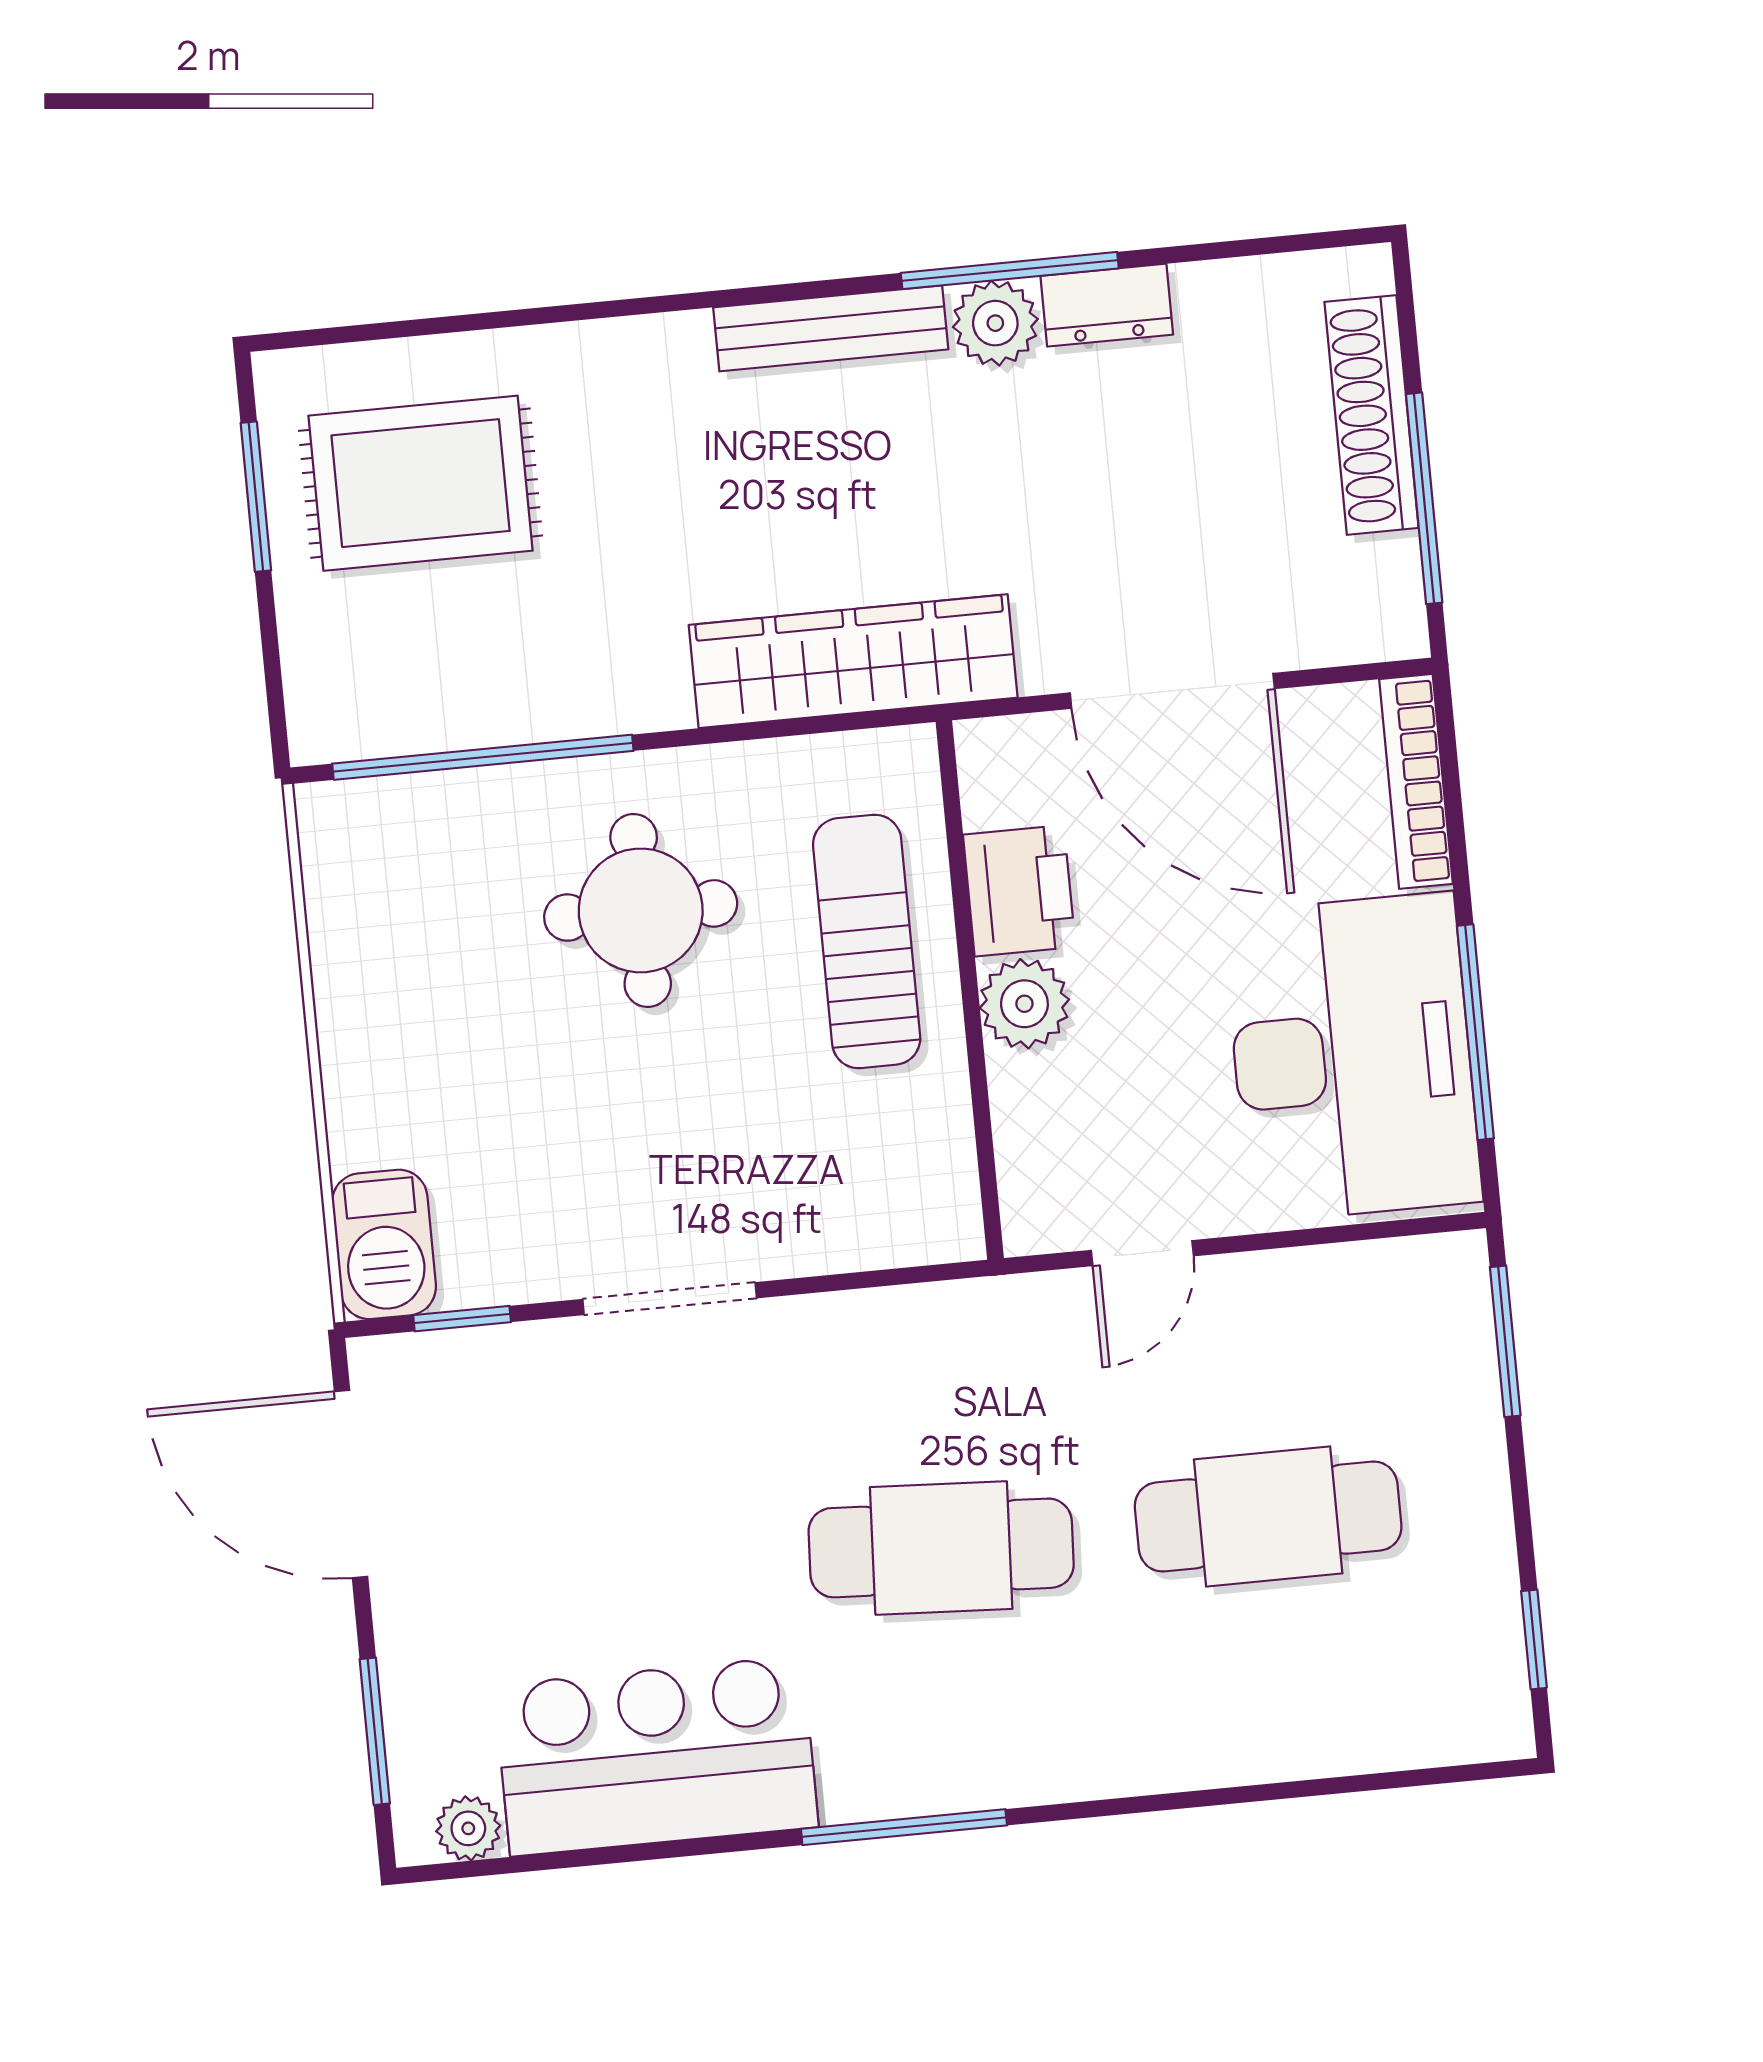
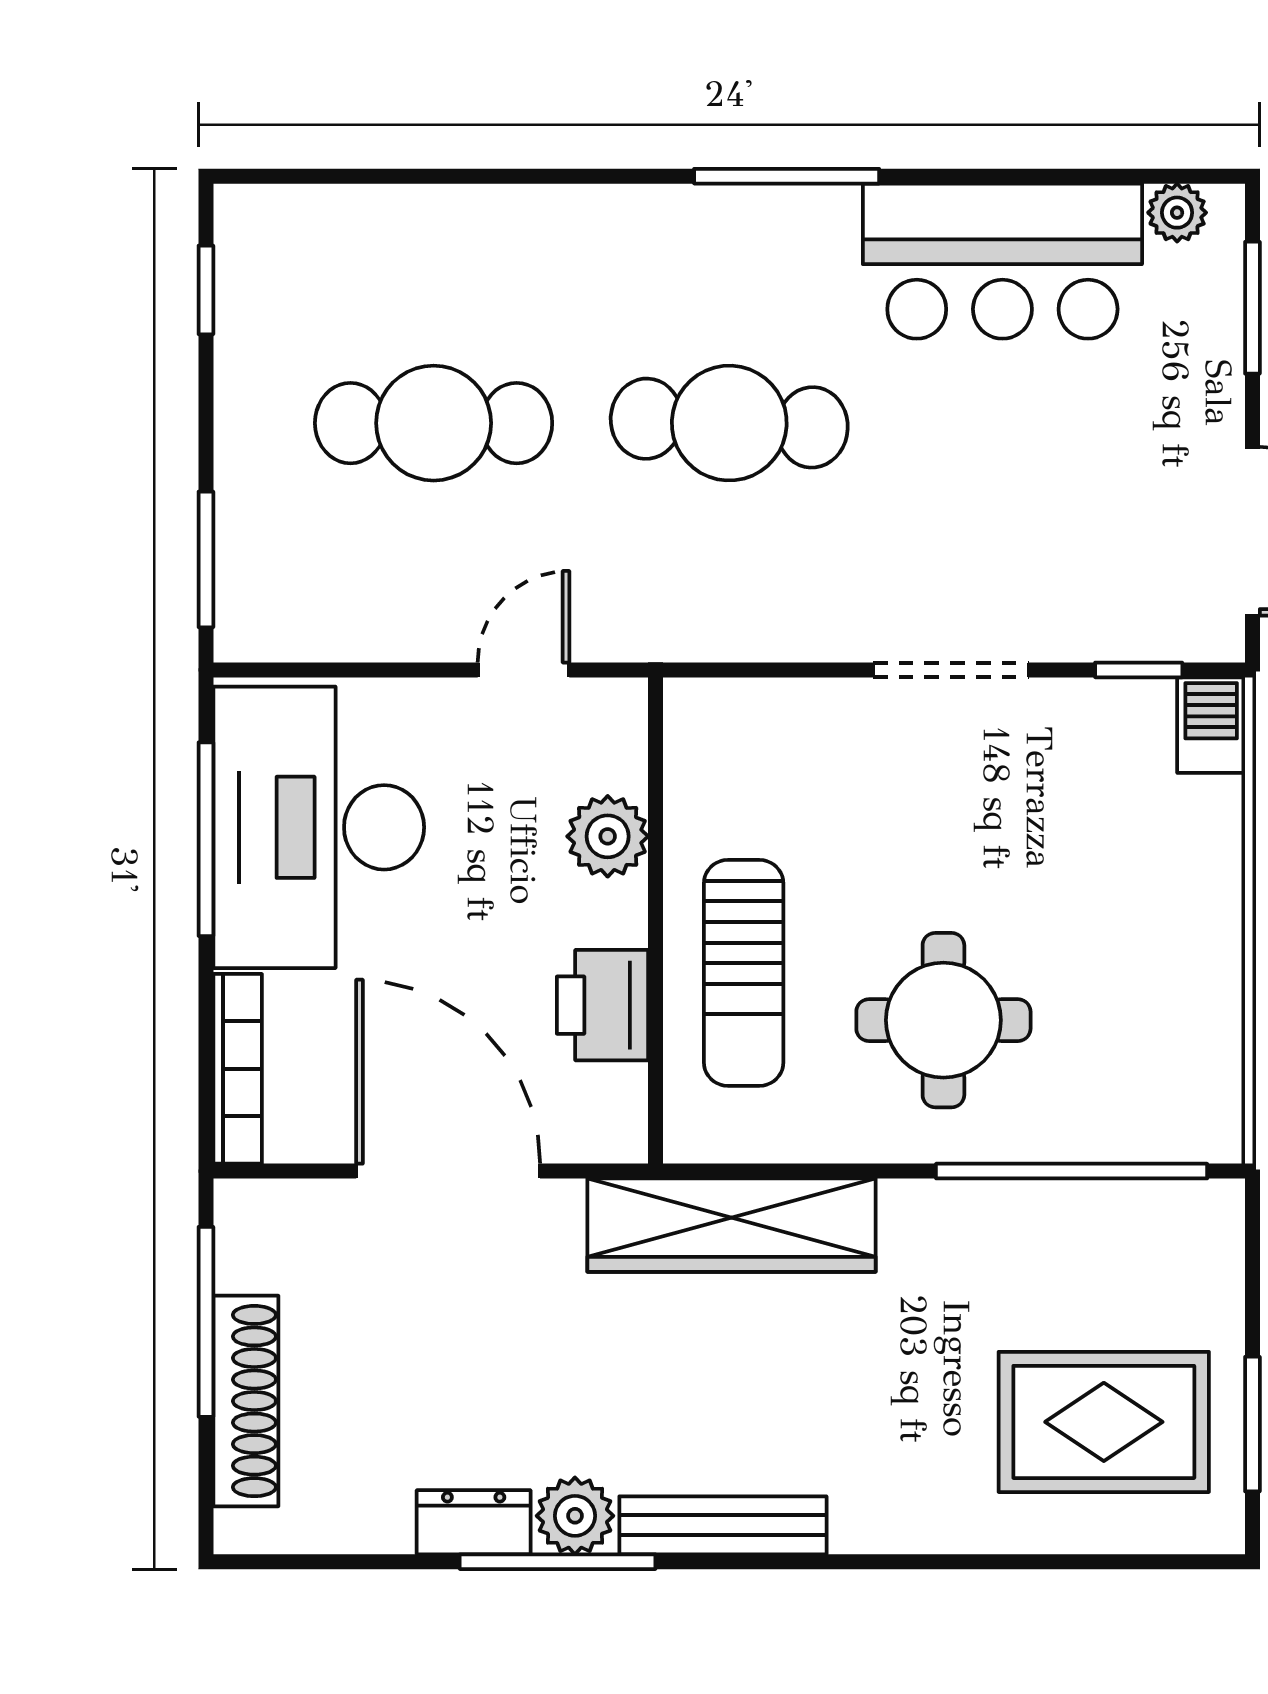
plant: (1024, 1004) -> (608, 836), moved
barbecue: (384, 1244) -> (1211, 725), width x0.73, depth x0.79

